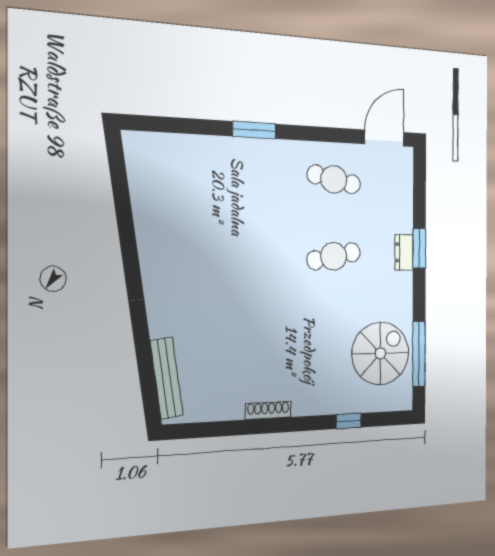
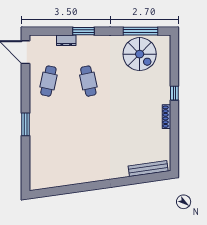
dresser: (404, 252) -> (66, 40), moved
spiral stairs: (380, 353) -> (140, 54), turned 180
window: (349, 421) -> (174, 93), moved

